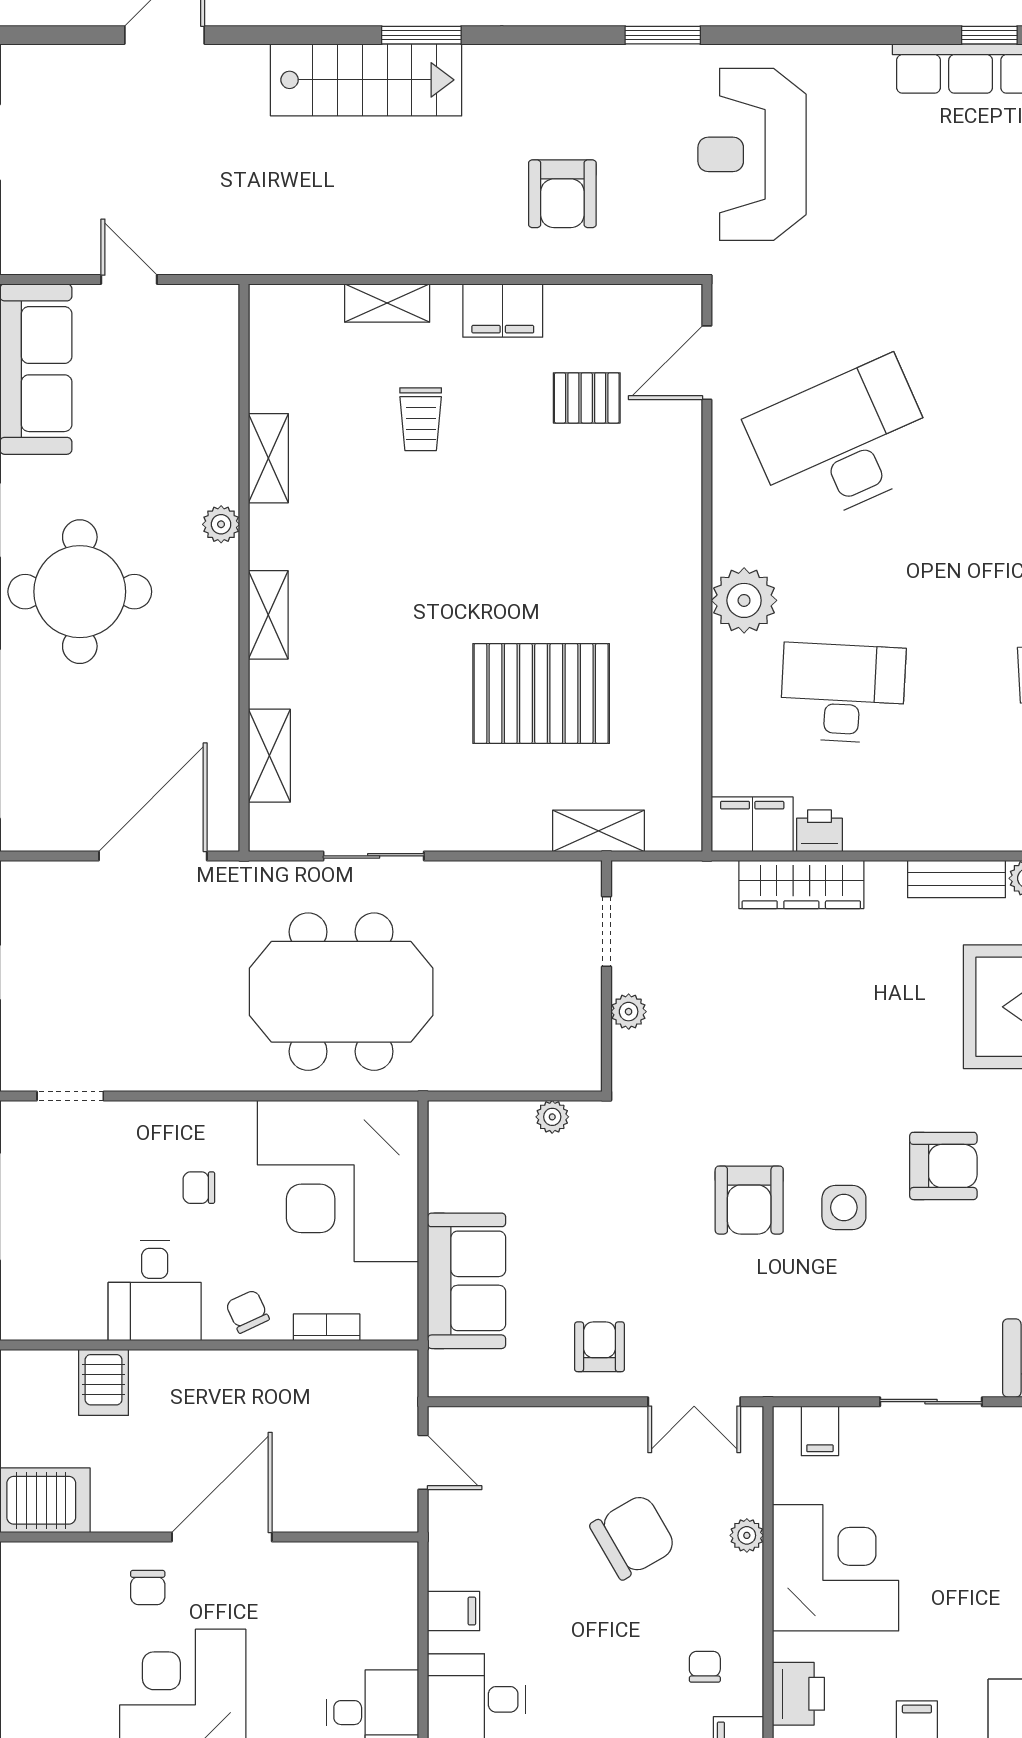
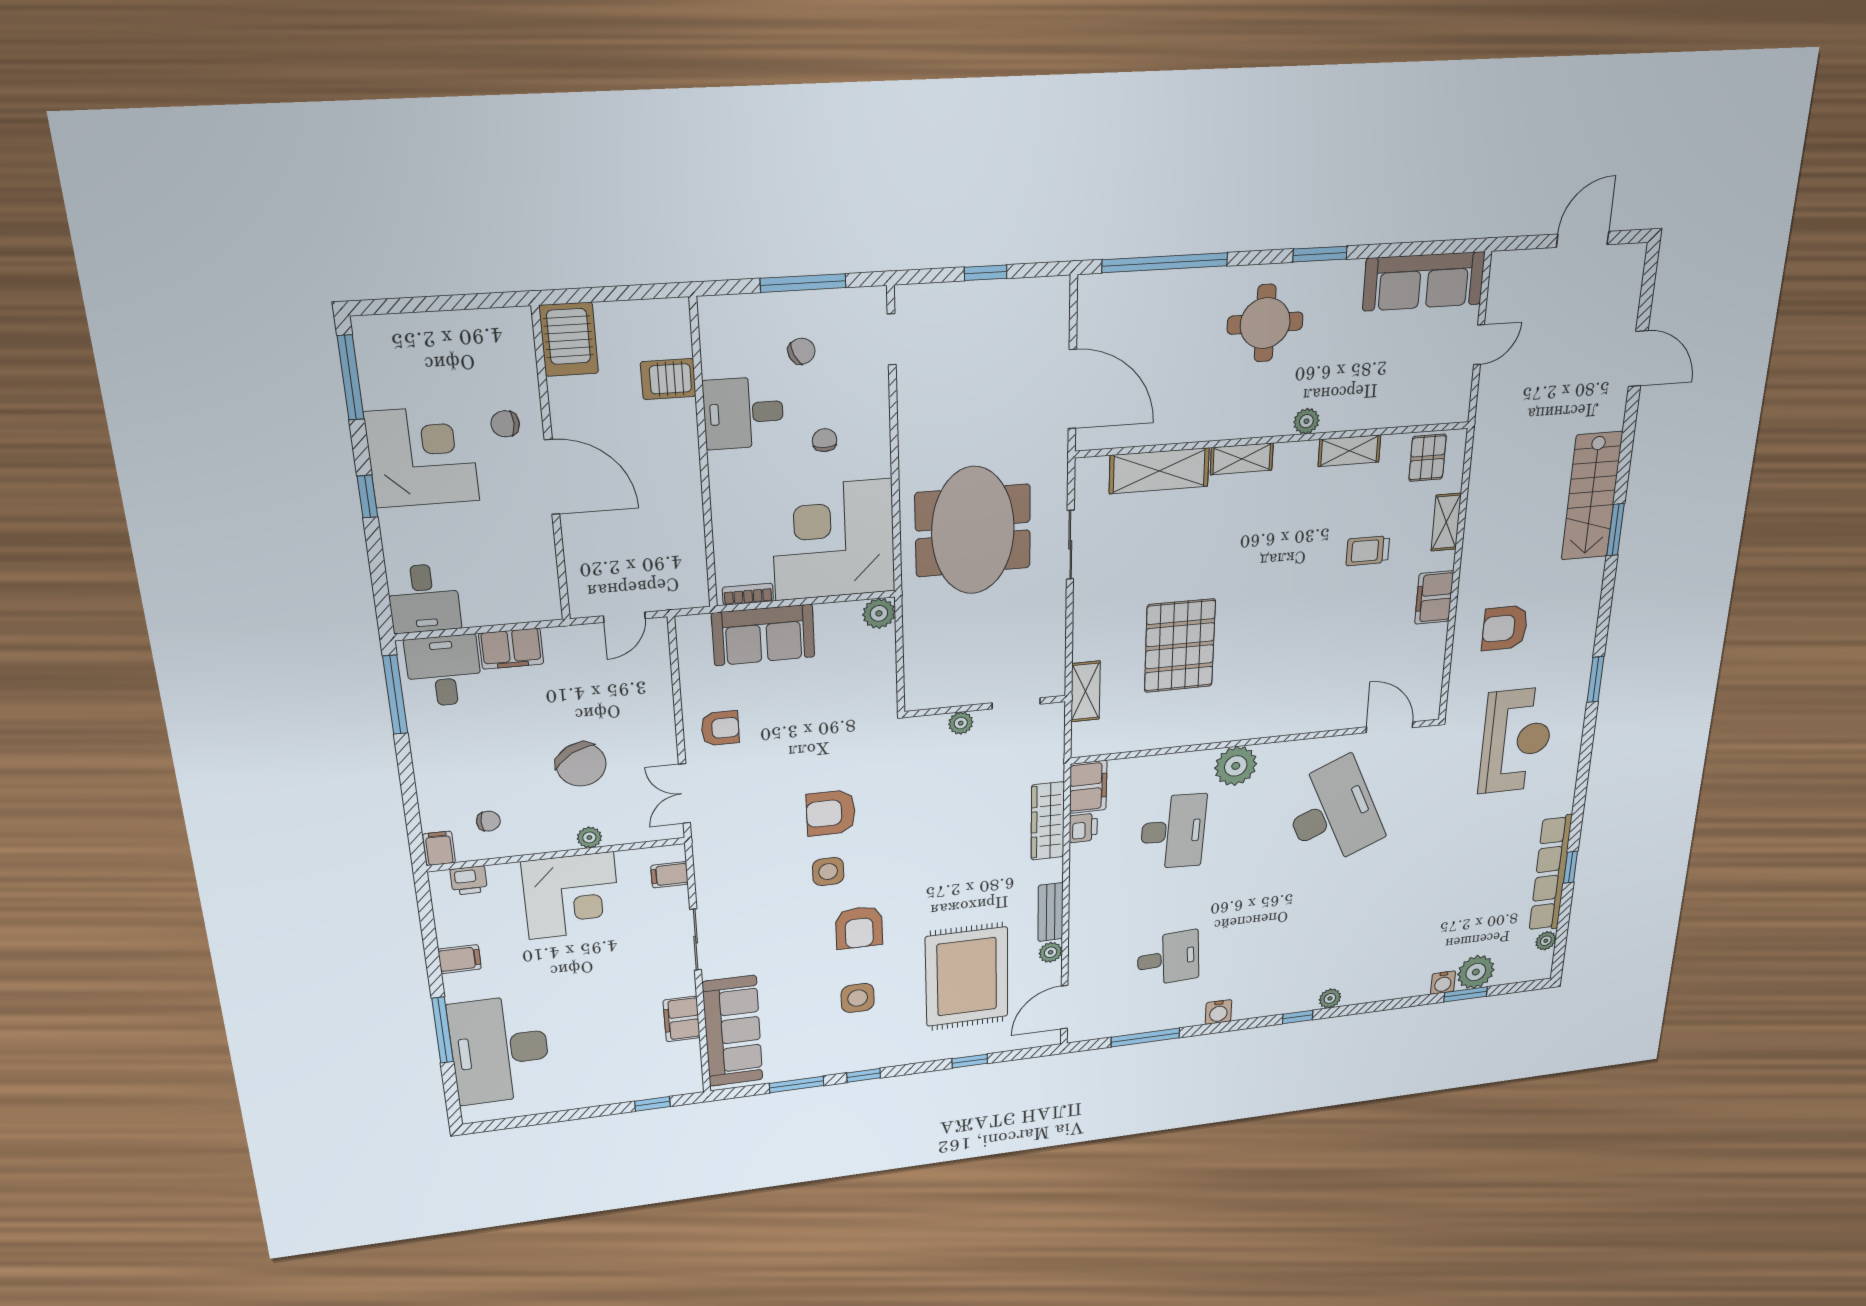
reception desk: (752, 154) -> (1516, 740), turned 90
pallet: (587, 398) -> (1428, 458), moved
round table: (80, 592) -> (1265, 323), width x0.73, depth x0.73
shelving: (269, 756) -> (1159, 471), width x1.50, depth x1.33
plant: (552, 1117) -> (879, 613), moved, width x1.38, depth x1.38
chair: (247, 1311) -> (801, 351), moved
bookcase: (327, 1327) -> (748, 594), moved, turned -90
filing cabinet: (454, 1611) -> (511, 649), width x2.00
printer: (798, 1694) -> (469, 880), width x0.73, depth x0.81

